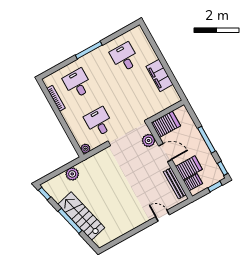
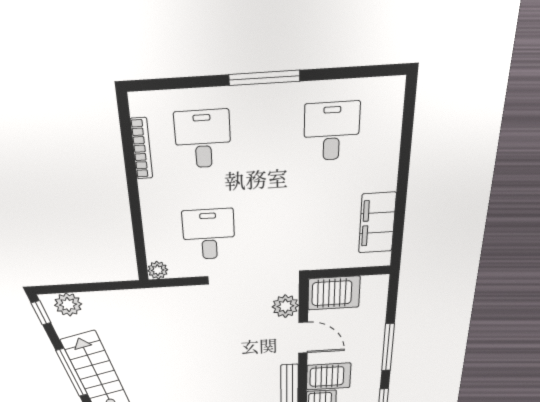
filing cabinet: (160, 75) -> (377, 223), moved
plant: (72, 174) -> (68, 305), moved

